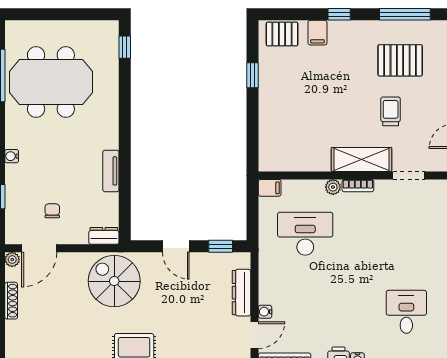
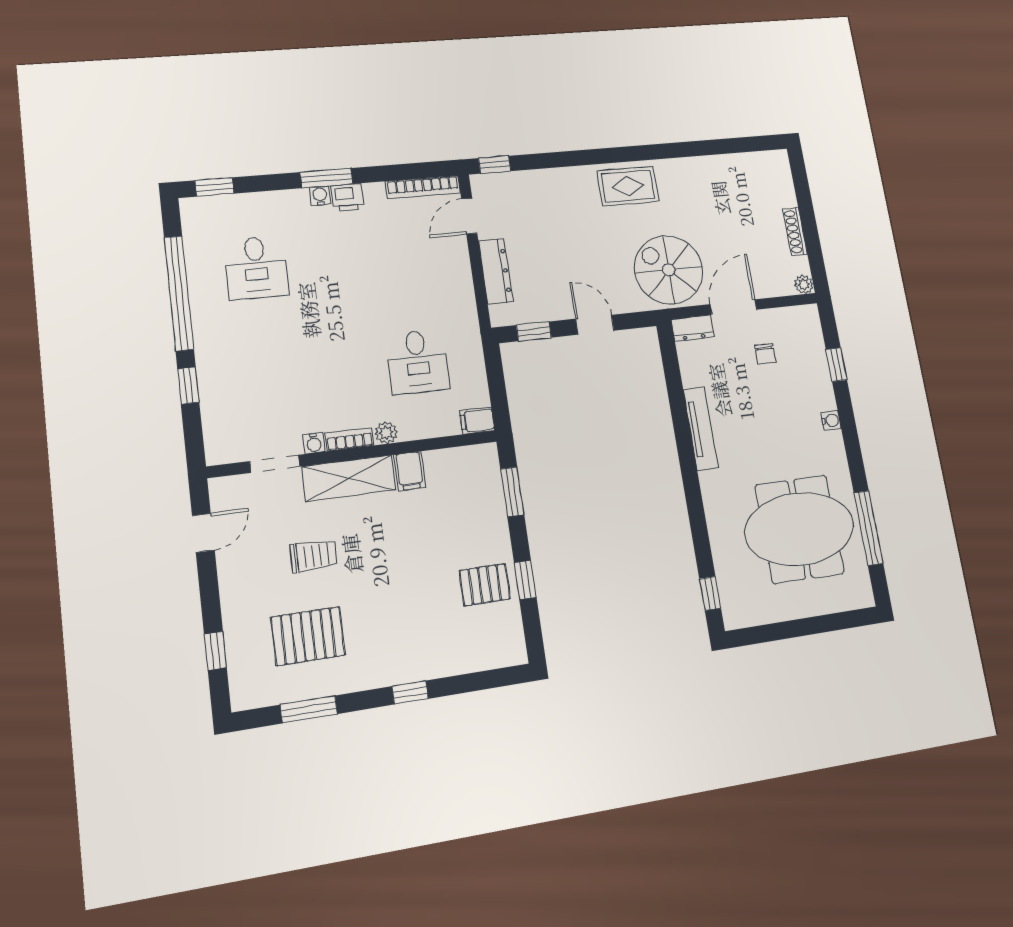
window: (405, 14) -> (309, 709), width x0.69
filing cabinet: (317, 33) -> (410, 471), moved, turned 180
pallet: (282, 34) -> (485, 585), moved
trolley: (391, 111) -> (314, 556), turned -90
window: (253, 136) -> (512, 492), added
tv unit: (111, 171) -> (701, 429), width x1.41
desk: (305, 234) -> (418, 362), width x0.73
door: (39, 248) -> (734, 307), moved
spiral stairs: (114, 281) -> (669, 270), turned 180
water cooler: (265, 312) -> (314, 443), moved, turned 90

